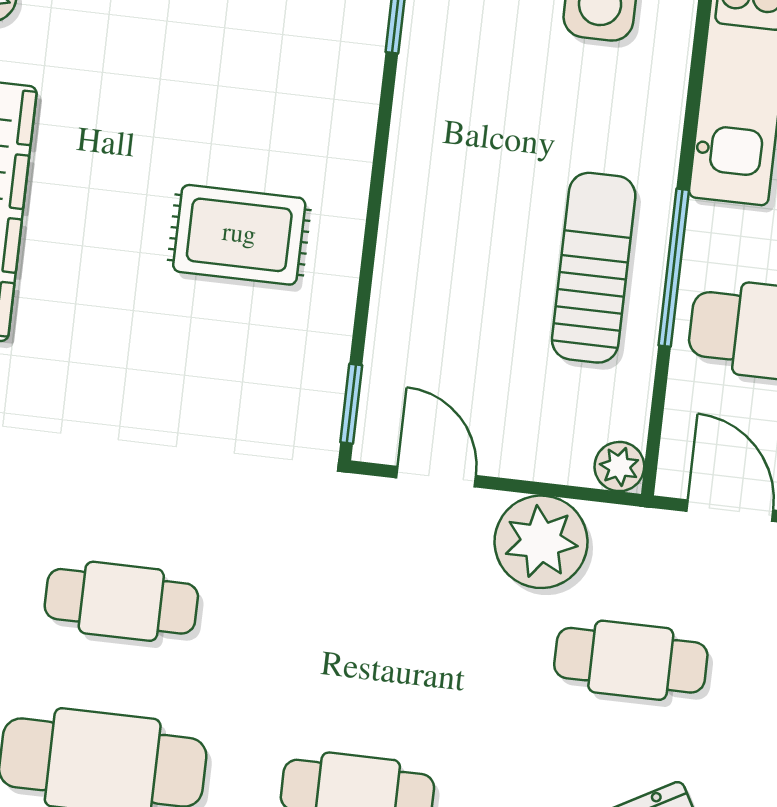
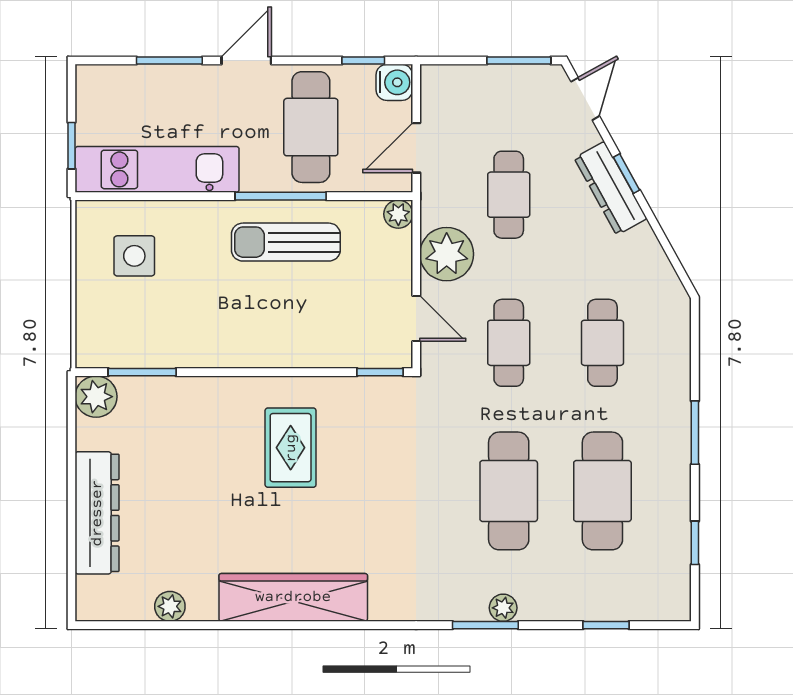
door: (436, 477) -> (416, 319), swing flipped
cafe table: (121, 601) -> (509, 491), width x1.37, depth x1.35
cafe table: (376, 631) -> (509, 343), added

